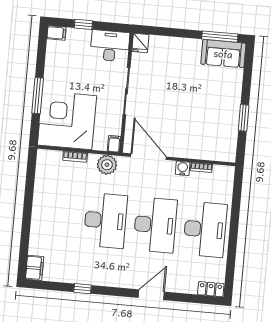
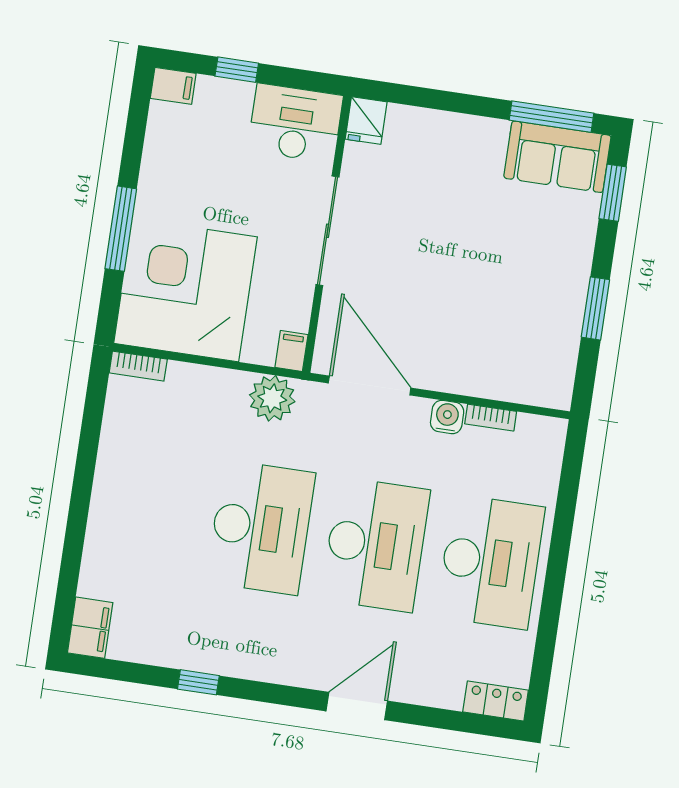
window: (248, 68) -> (613, 193), added
bookcase: (75, 157) -> (138, 366), moved

